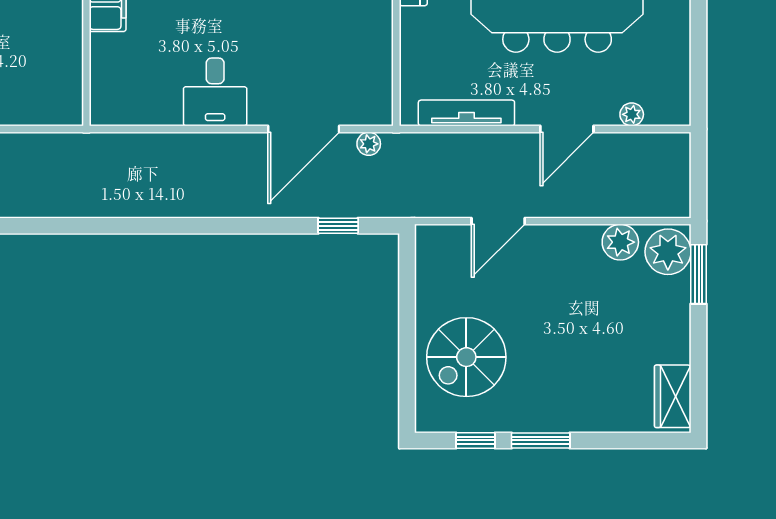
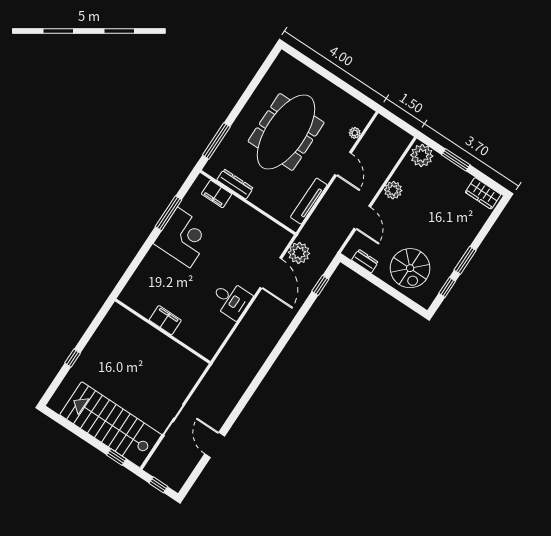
plant: (369, 144) -> (299, 253), width x1.88, depth x1.88
plant: (620, 242) -> (393, 190), moved
dresser: (428, 274) -> (365, 261), added
window: (699, 274) -> (456, 160), moved

